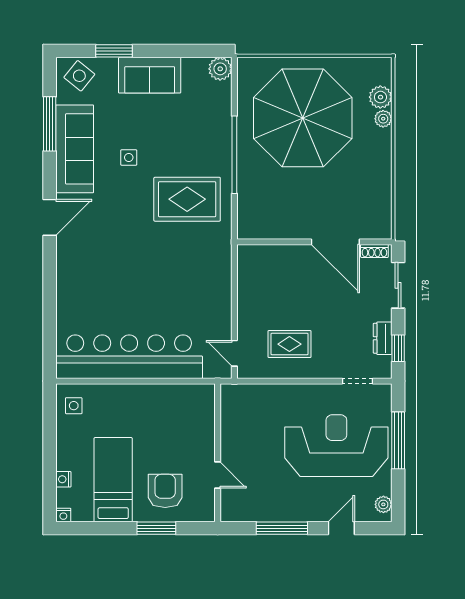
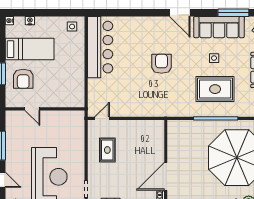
rug: (187, 199) -> (215, 89), moved, turned 90
armchair: (139, 249) -> (161, 64), added
bar counter: (129, 357) -> (100, 47), width x0.73
door: (218, 475) -> (32, 109), hinge flipped
armchair: (165, 491) -> (23, 79), turned 90

